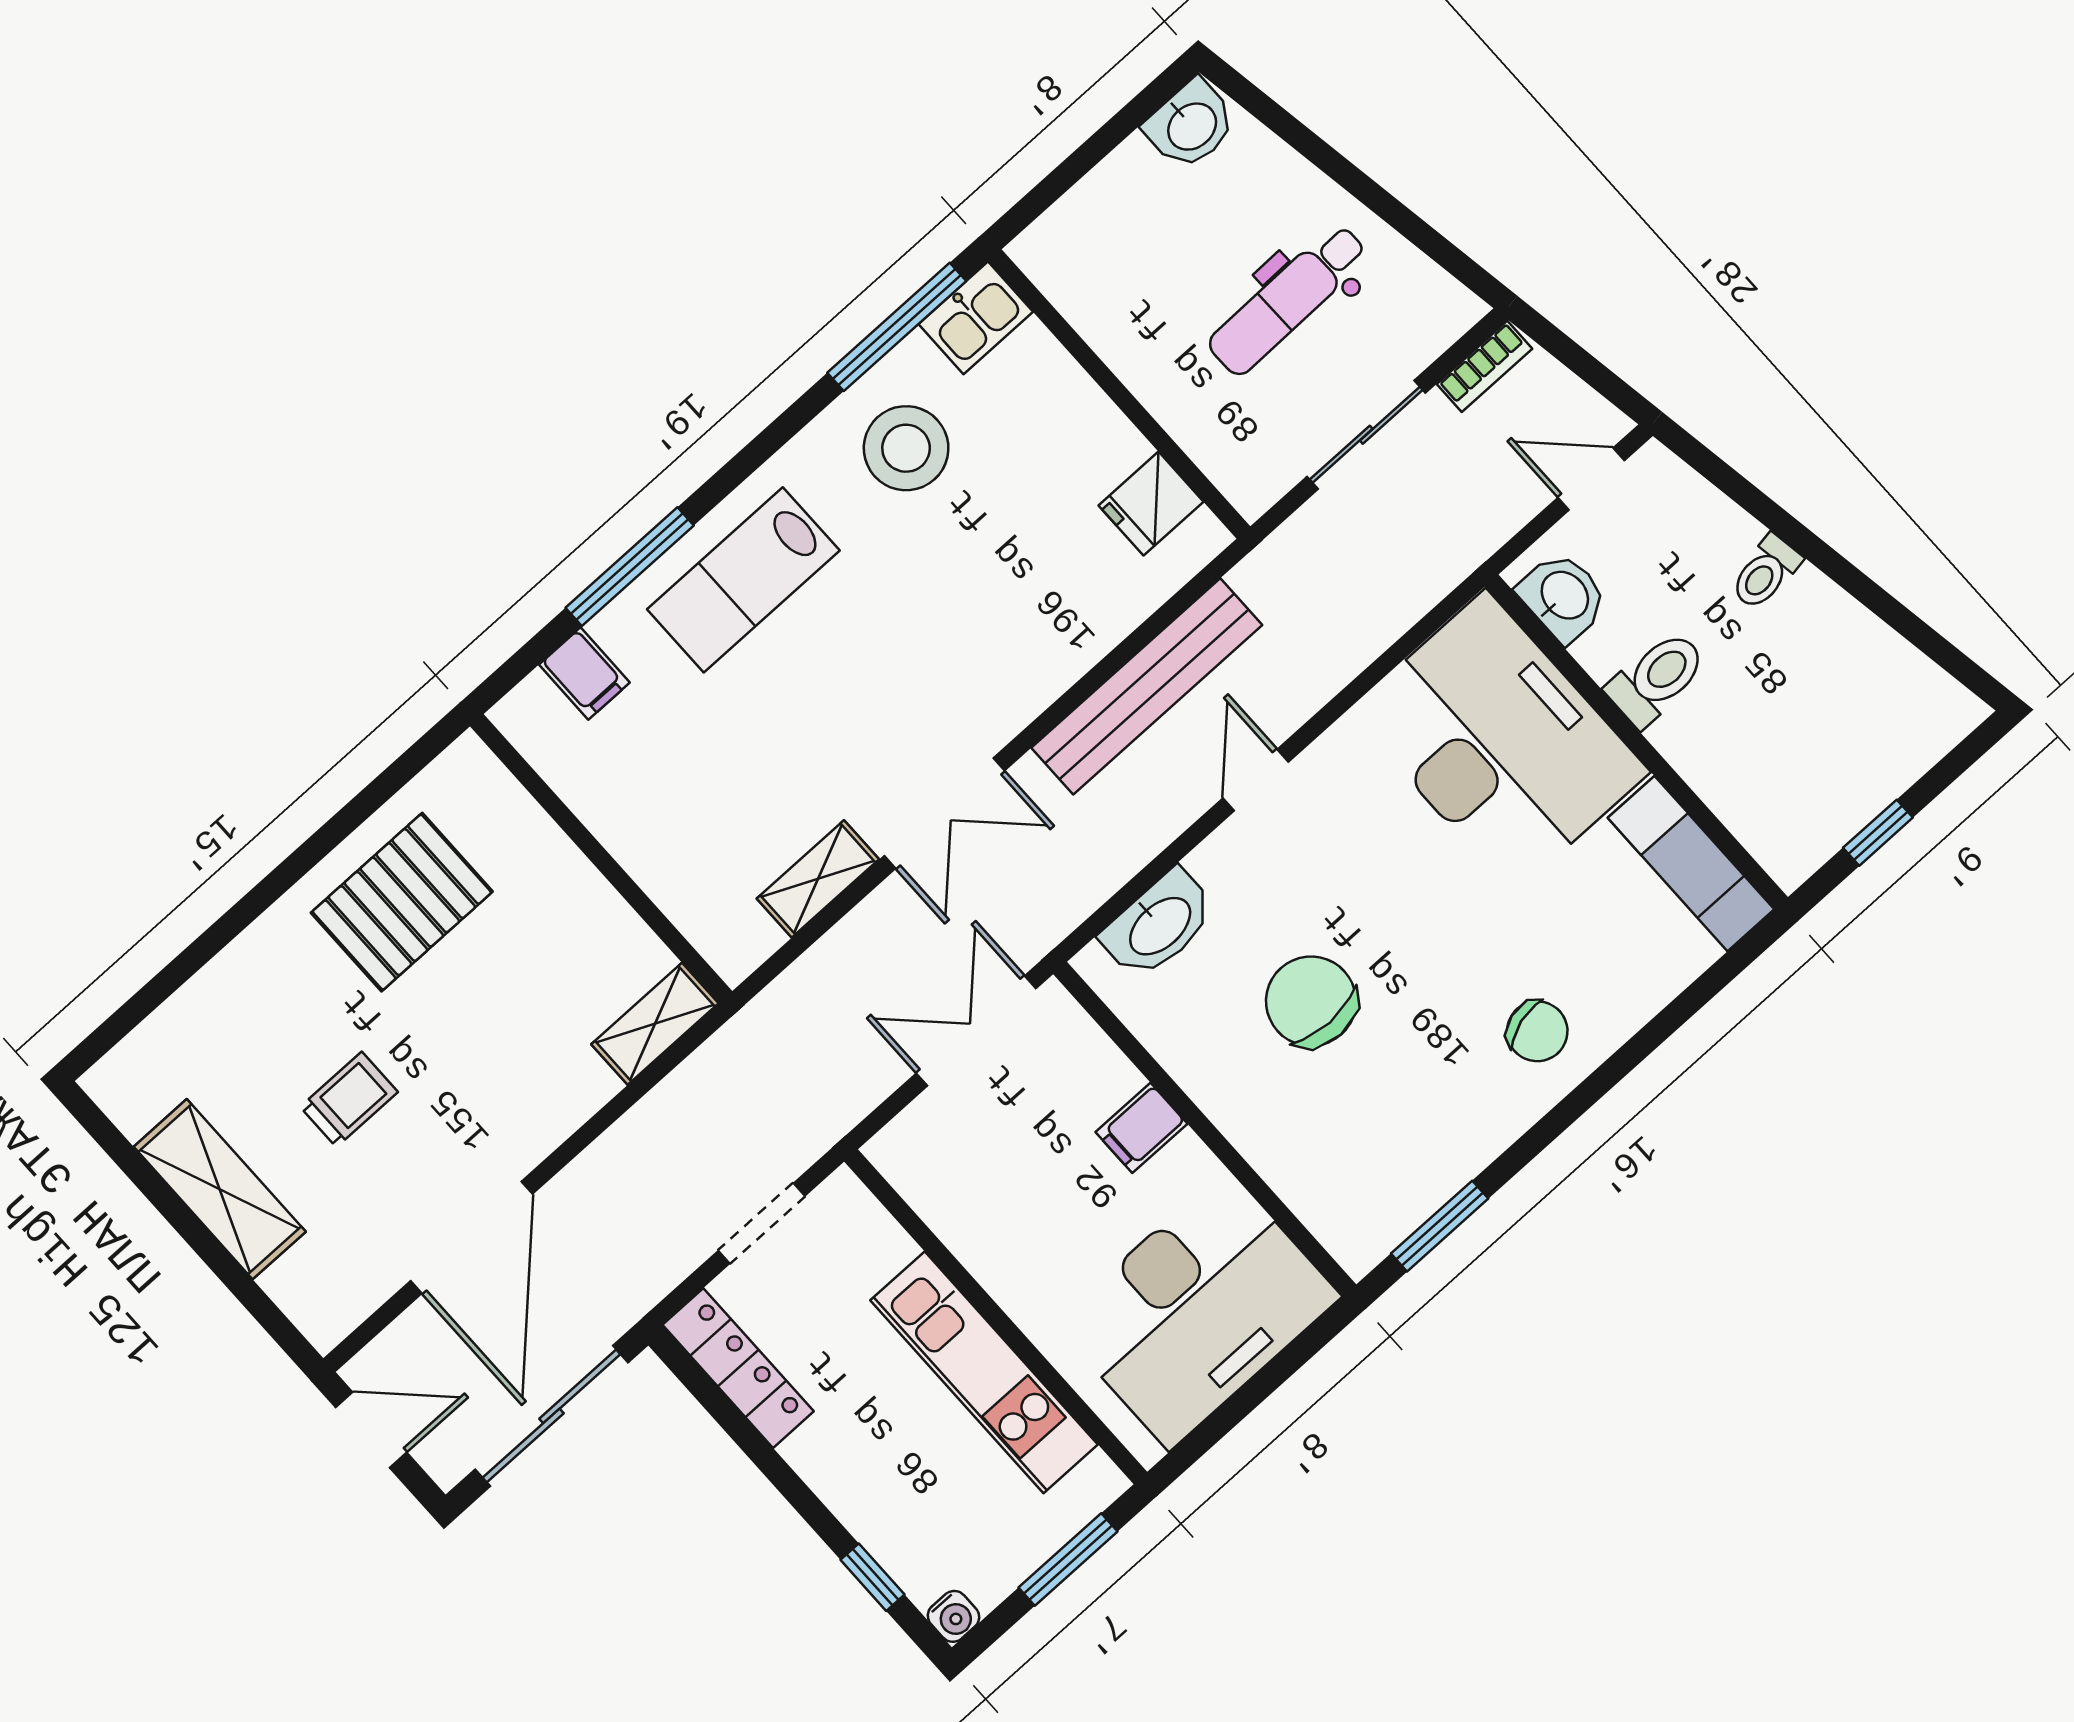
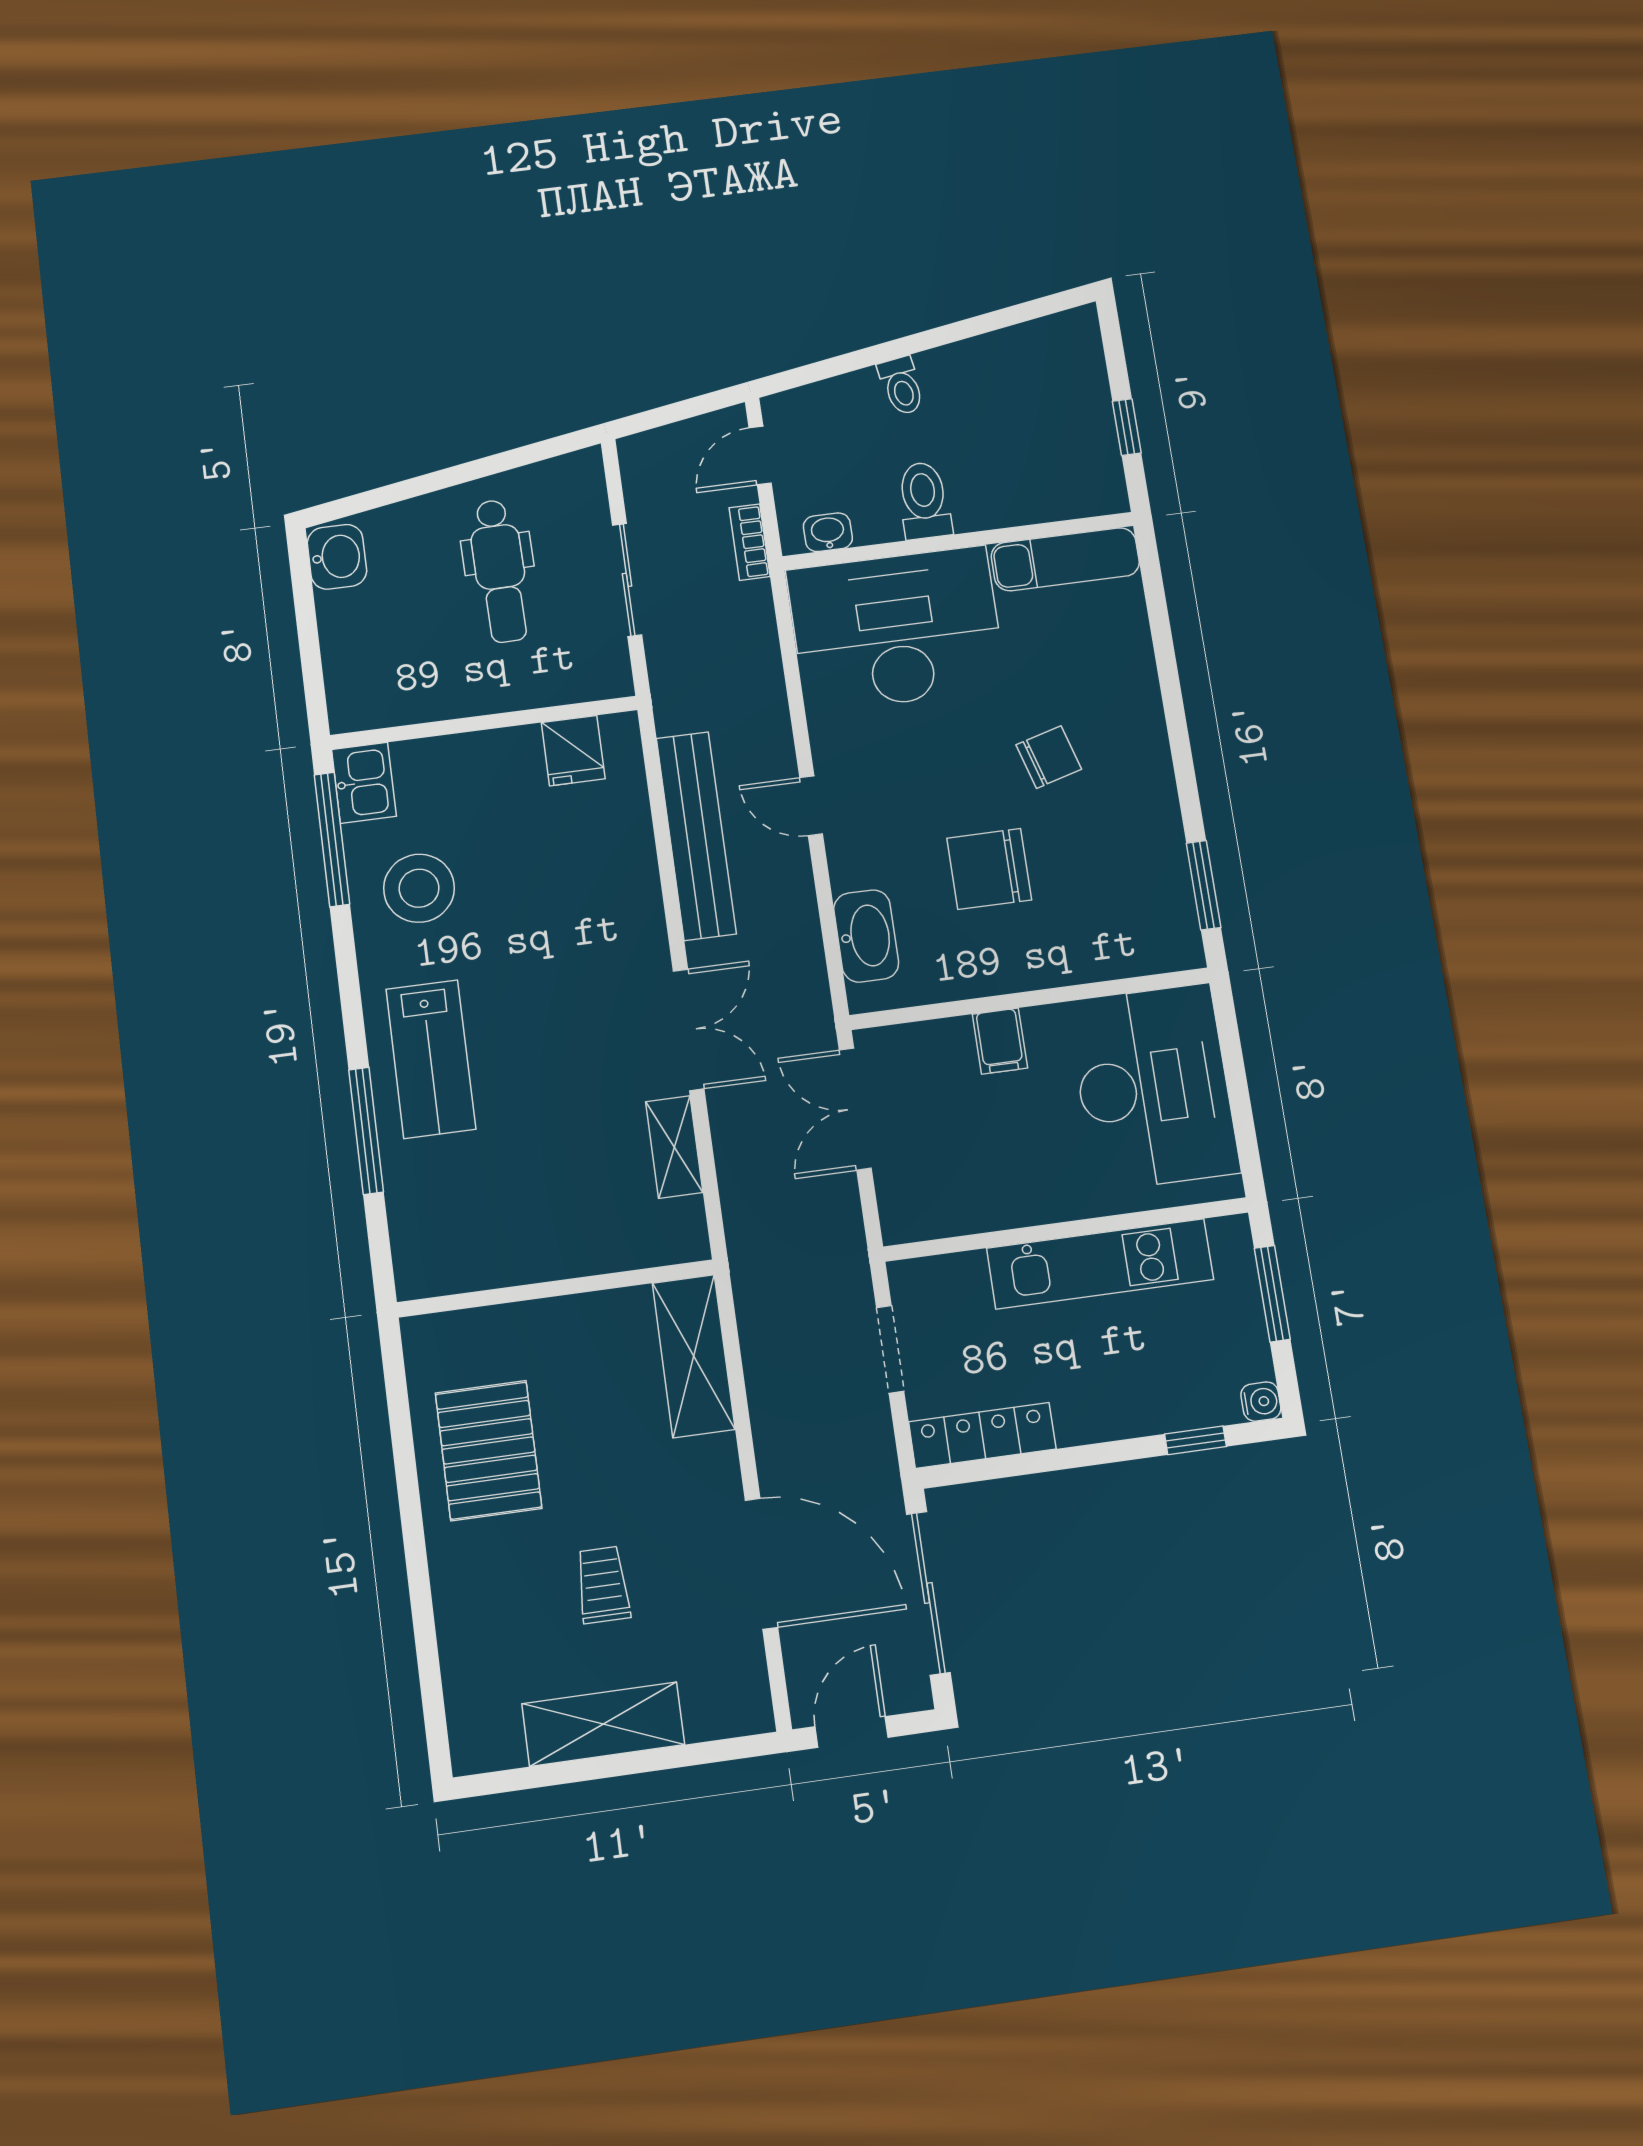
bookcase: (1484, 366) -> (750, 542), moved, turned 180
washbasin: (1563, 597) -> (828, 532), width x0.72, depth x0.69
filing cabinet: (584, 674) -> (418, 1212), removed
shelving: (655, 1024) -> (694, 1356), width x1.50, depth x1.33
chair: (1537, 1031) -> (1049, 757), moved

